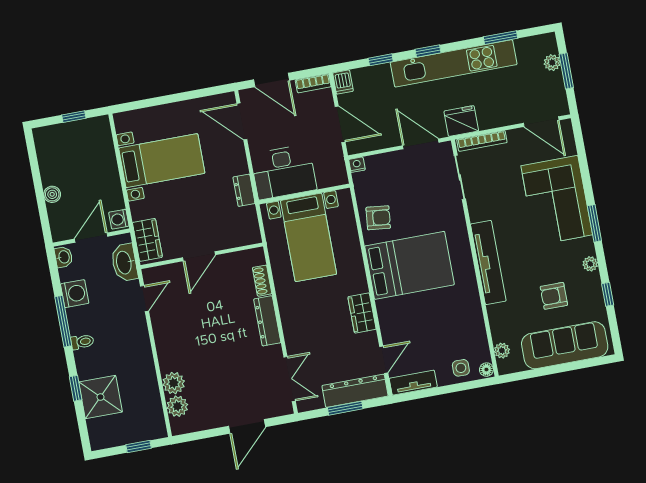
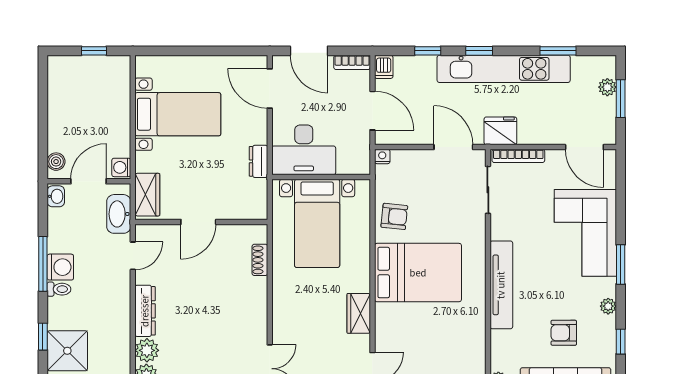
boiler: (52, 194) -> (56, 162), moved
washing machine: (75, 294) -> (60, 267), moved
dresser: (267, 321) -> (145, 311), moved, turned 180

